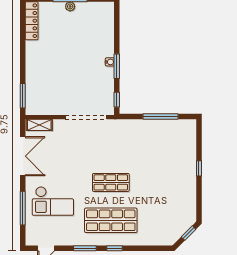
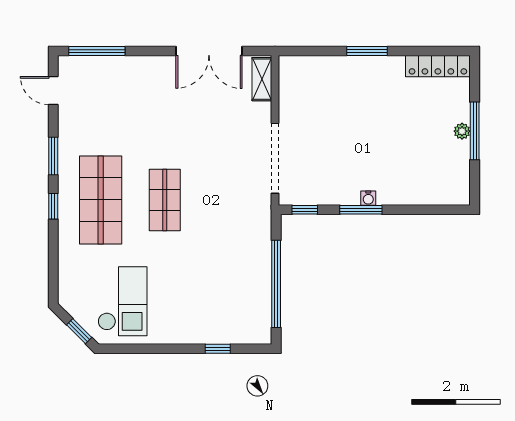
window: (23, 96) -> (367, 51), moved
window: (161, 116) -> (276, 284), width x1.46
window: (199, 168) -> (218, 349), moved
checkout: (53, 201) -> (122, 301), moved, turned 180
window: (23, 208) -> (97, 51), moved

